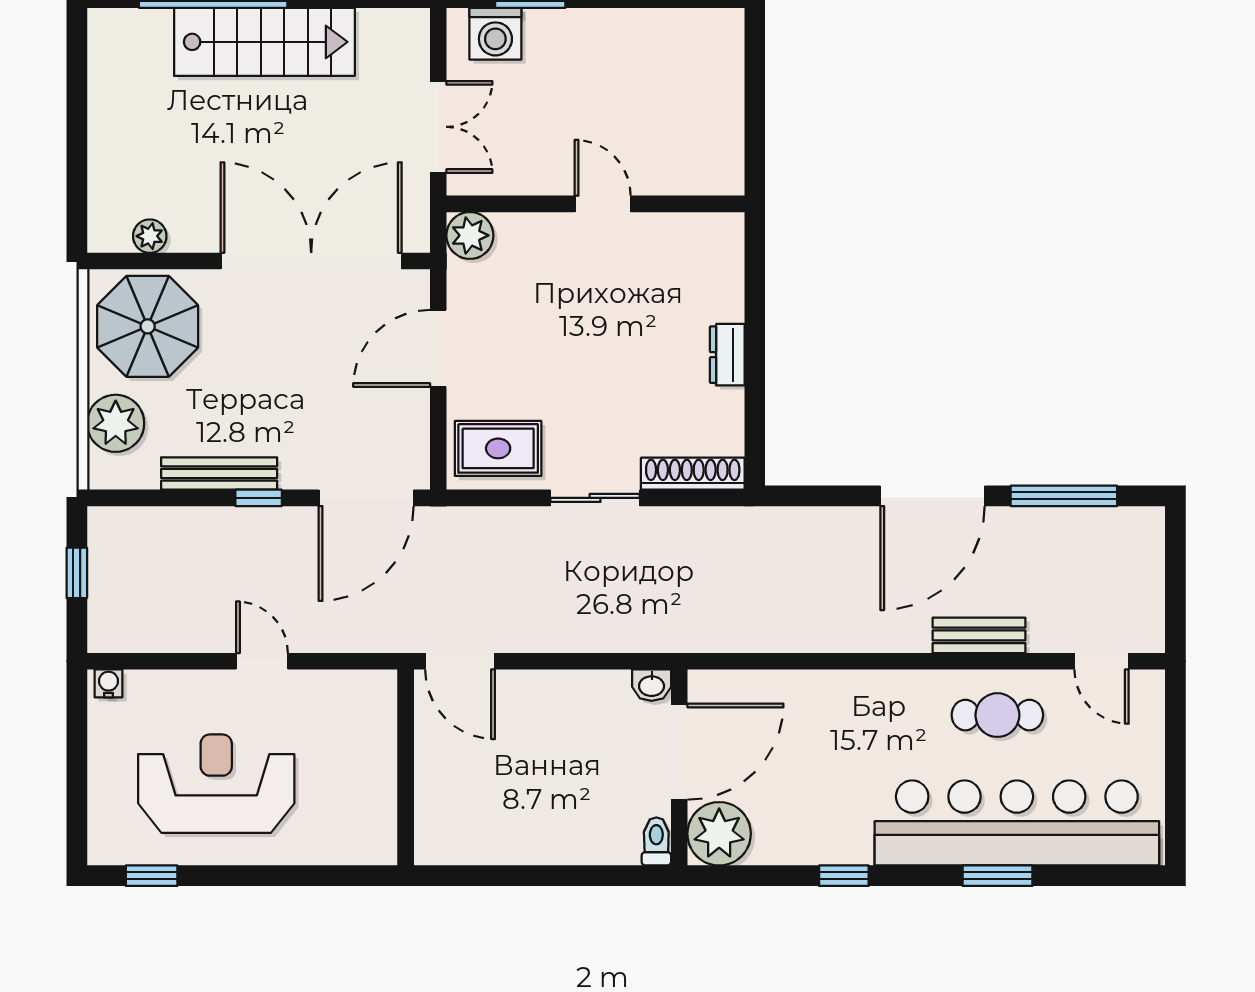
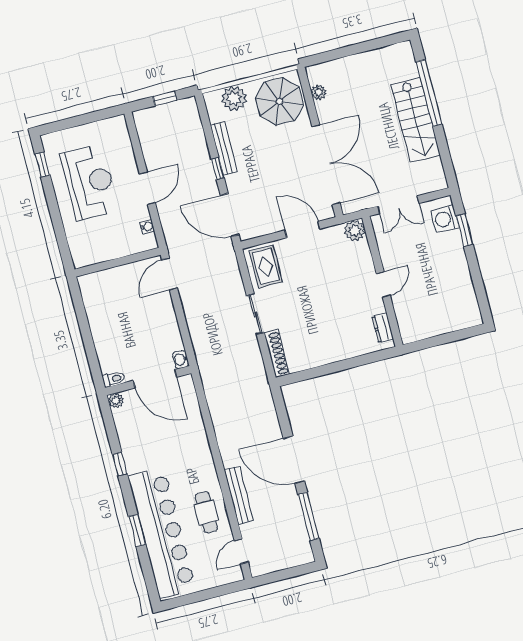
dresser: (727, 355) -> (383, 328), moved, turned -90
bench: (979, 635) -> (239, 495), width x1.36
door: (262, 661) -> (147, 188), width x1.38
water cooler: (108, 683) -> (147, 227), moved
plant: (719, 834) -> (116, 400), width x0.53, depth x0.53

